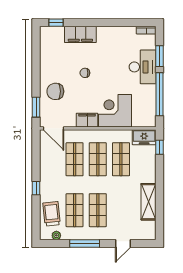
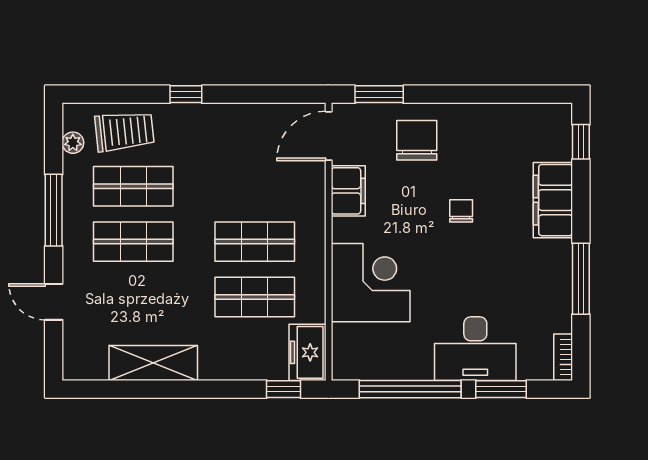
window: (113, 23) -> (581, 279), added
filing cabinet: (87, 120) -> (348, 191), moved
shop shelf: (75, 159) -> (255, 186), removed

